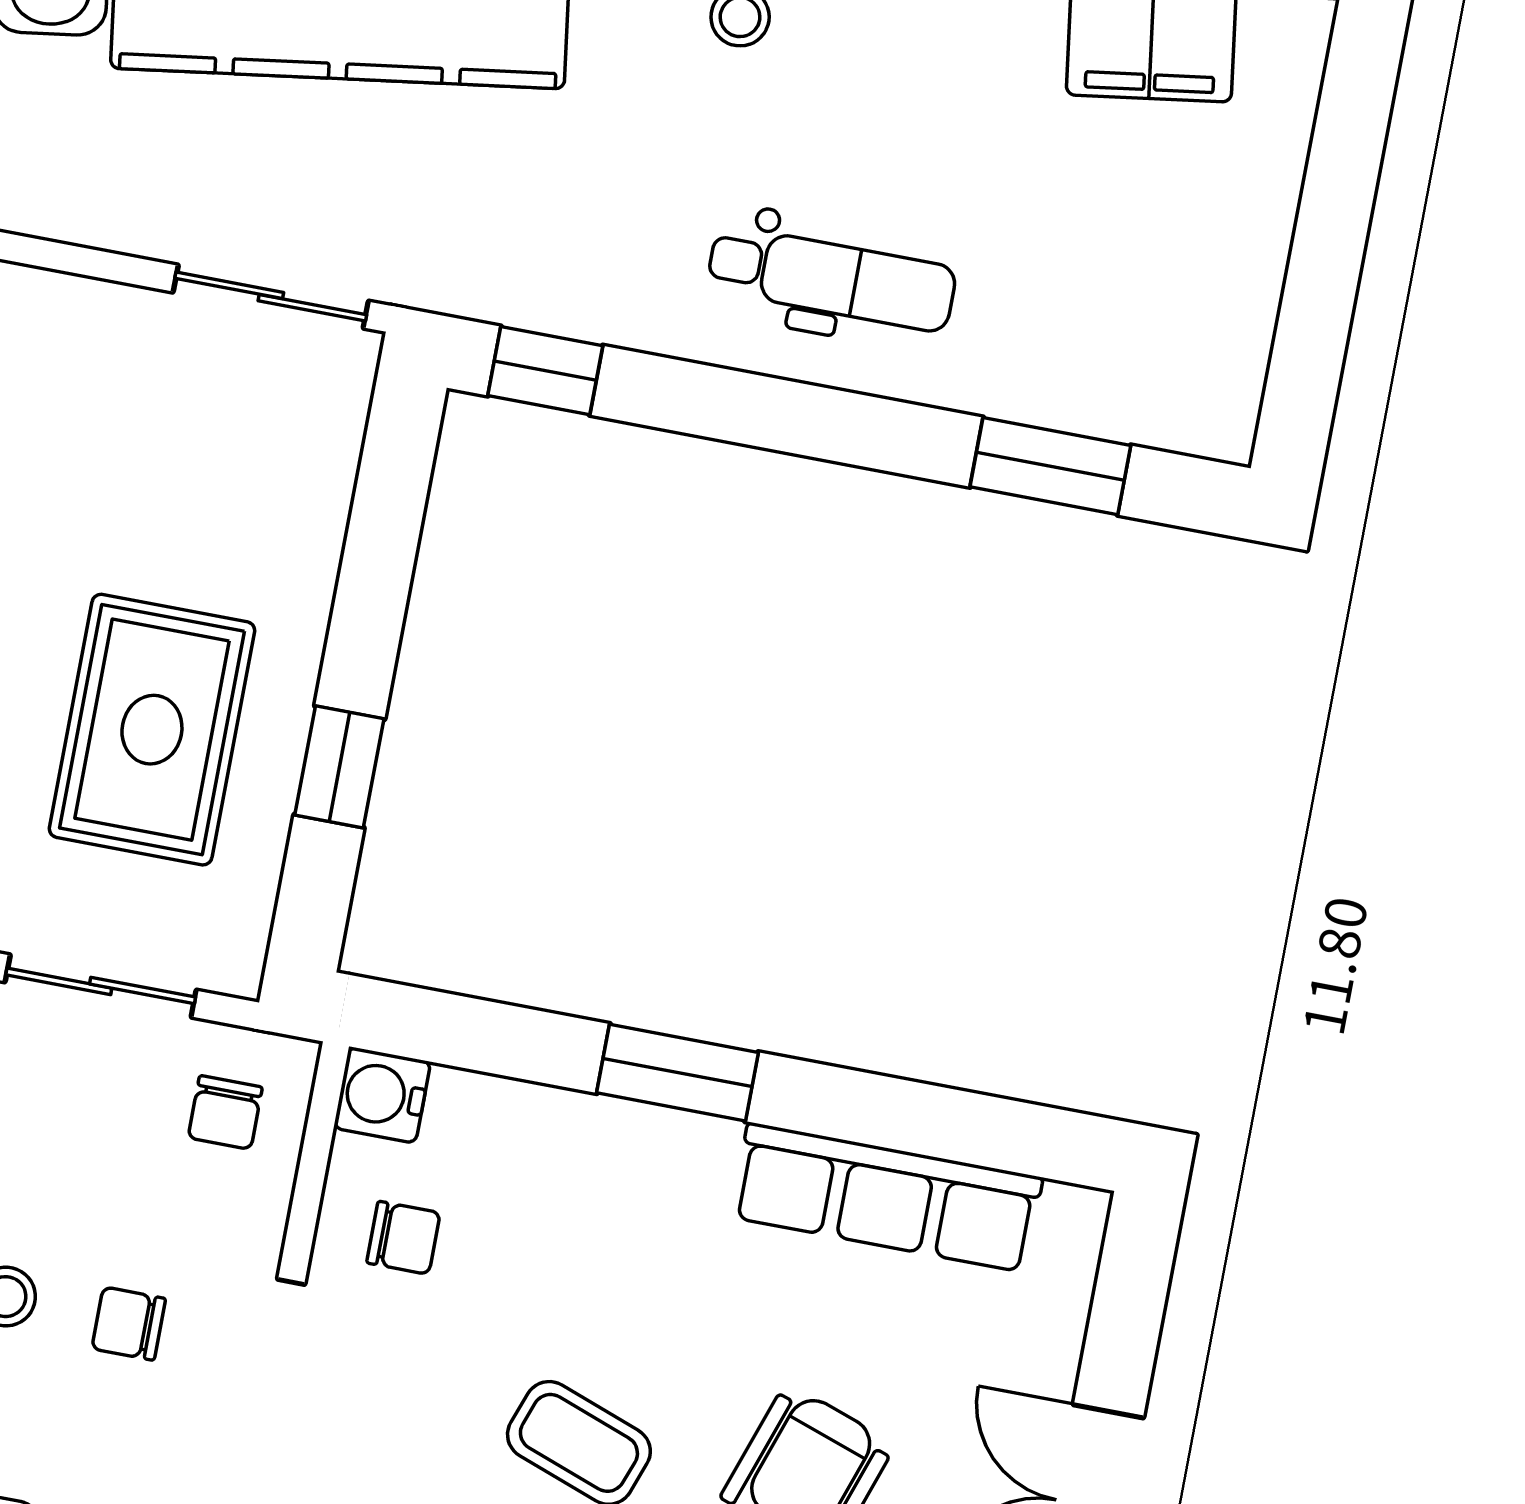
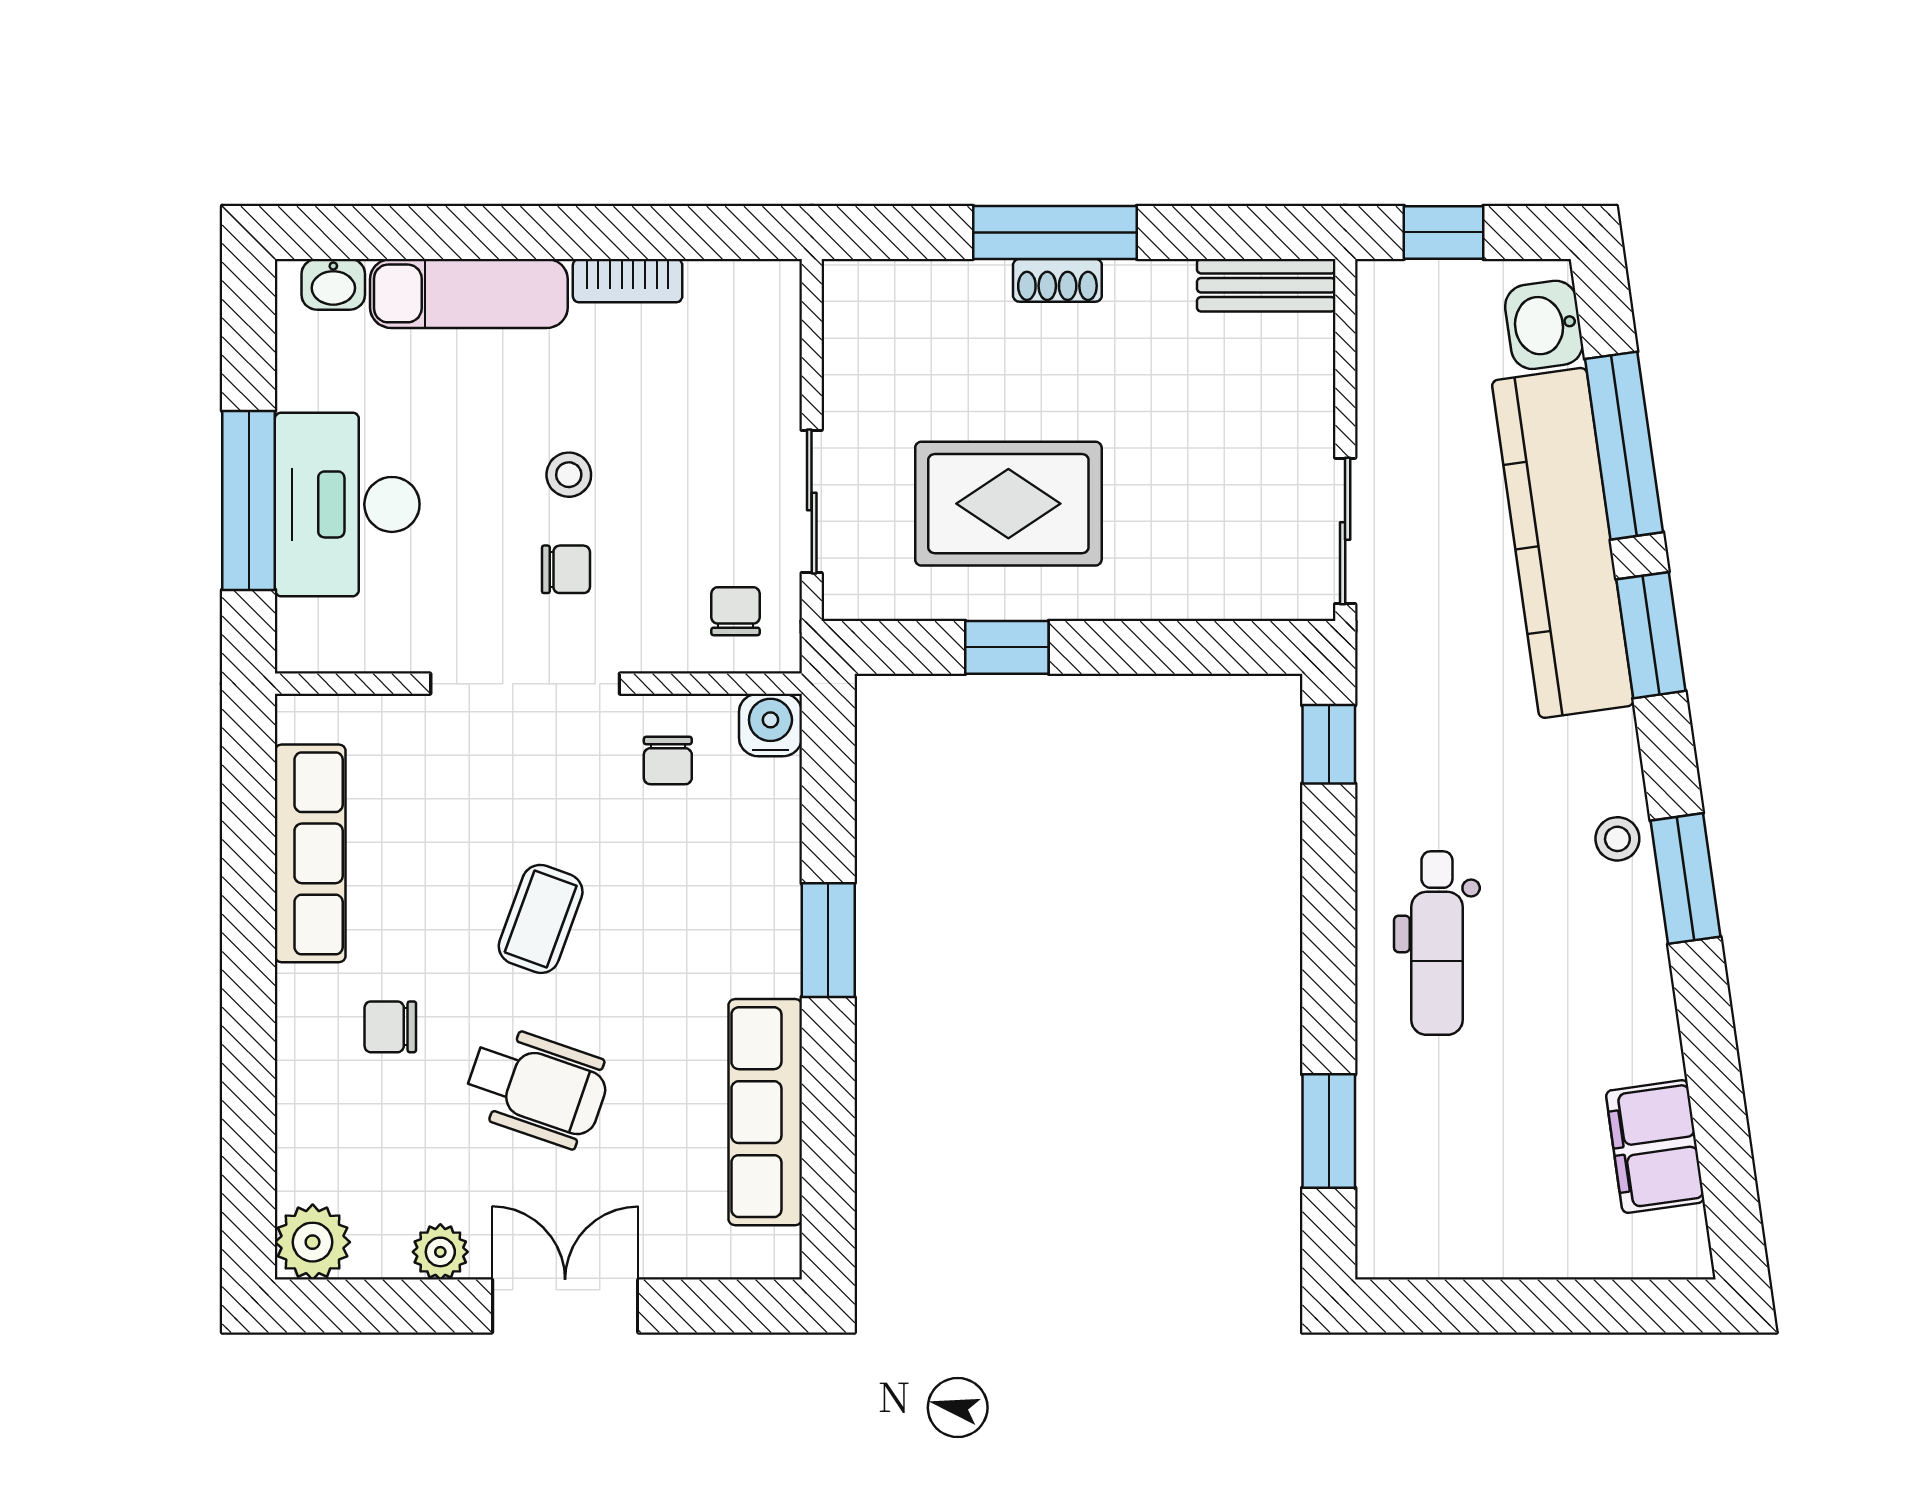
chair: (225, 1112) -> (736, 611), turned 90
chair: (129, 1324) -> (566, 569), turned 90

